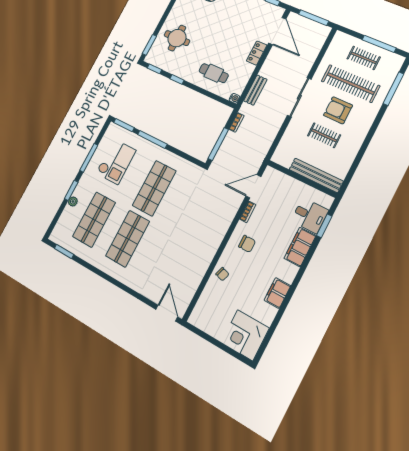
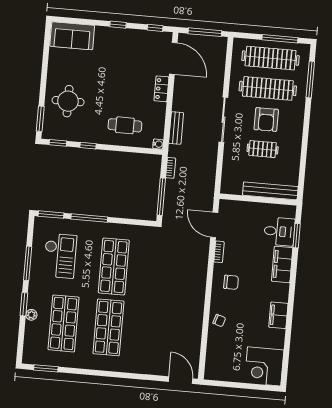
clothes rail: (364, 58) -> (271, 58), width x1.86, depth x1.31
armchair: (338, 110) -> (266, 120), turned -90
door: (253, 186) -> (214, 225), hinge flipped

